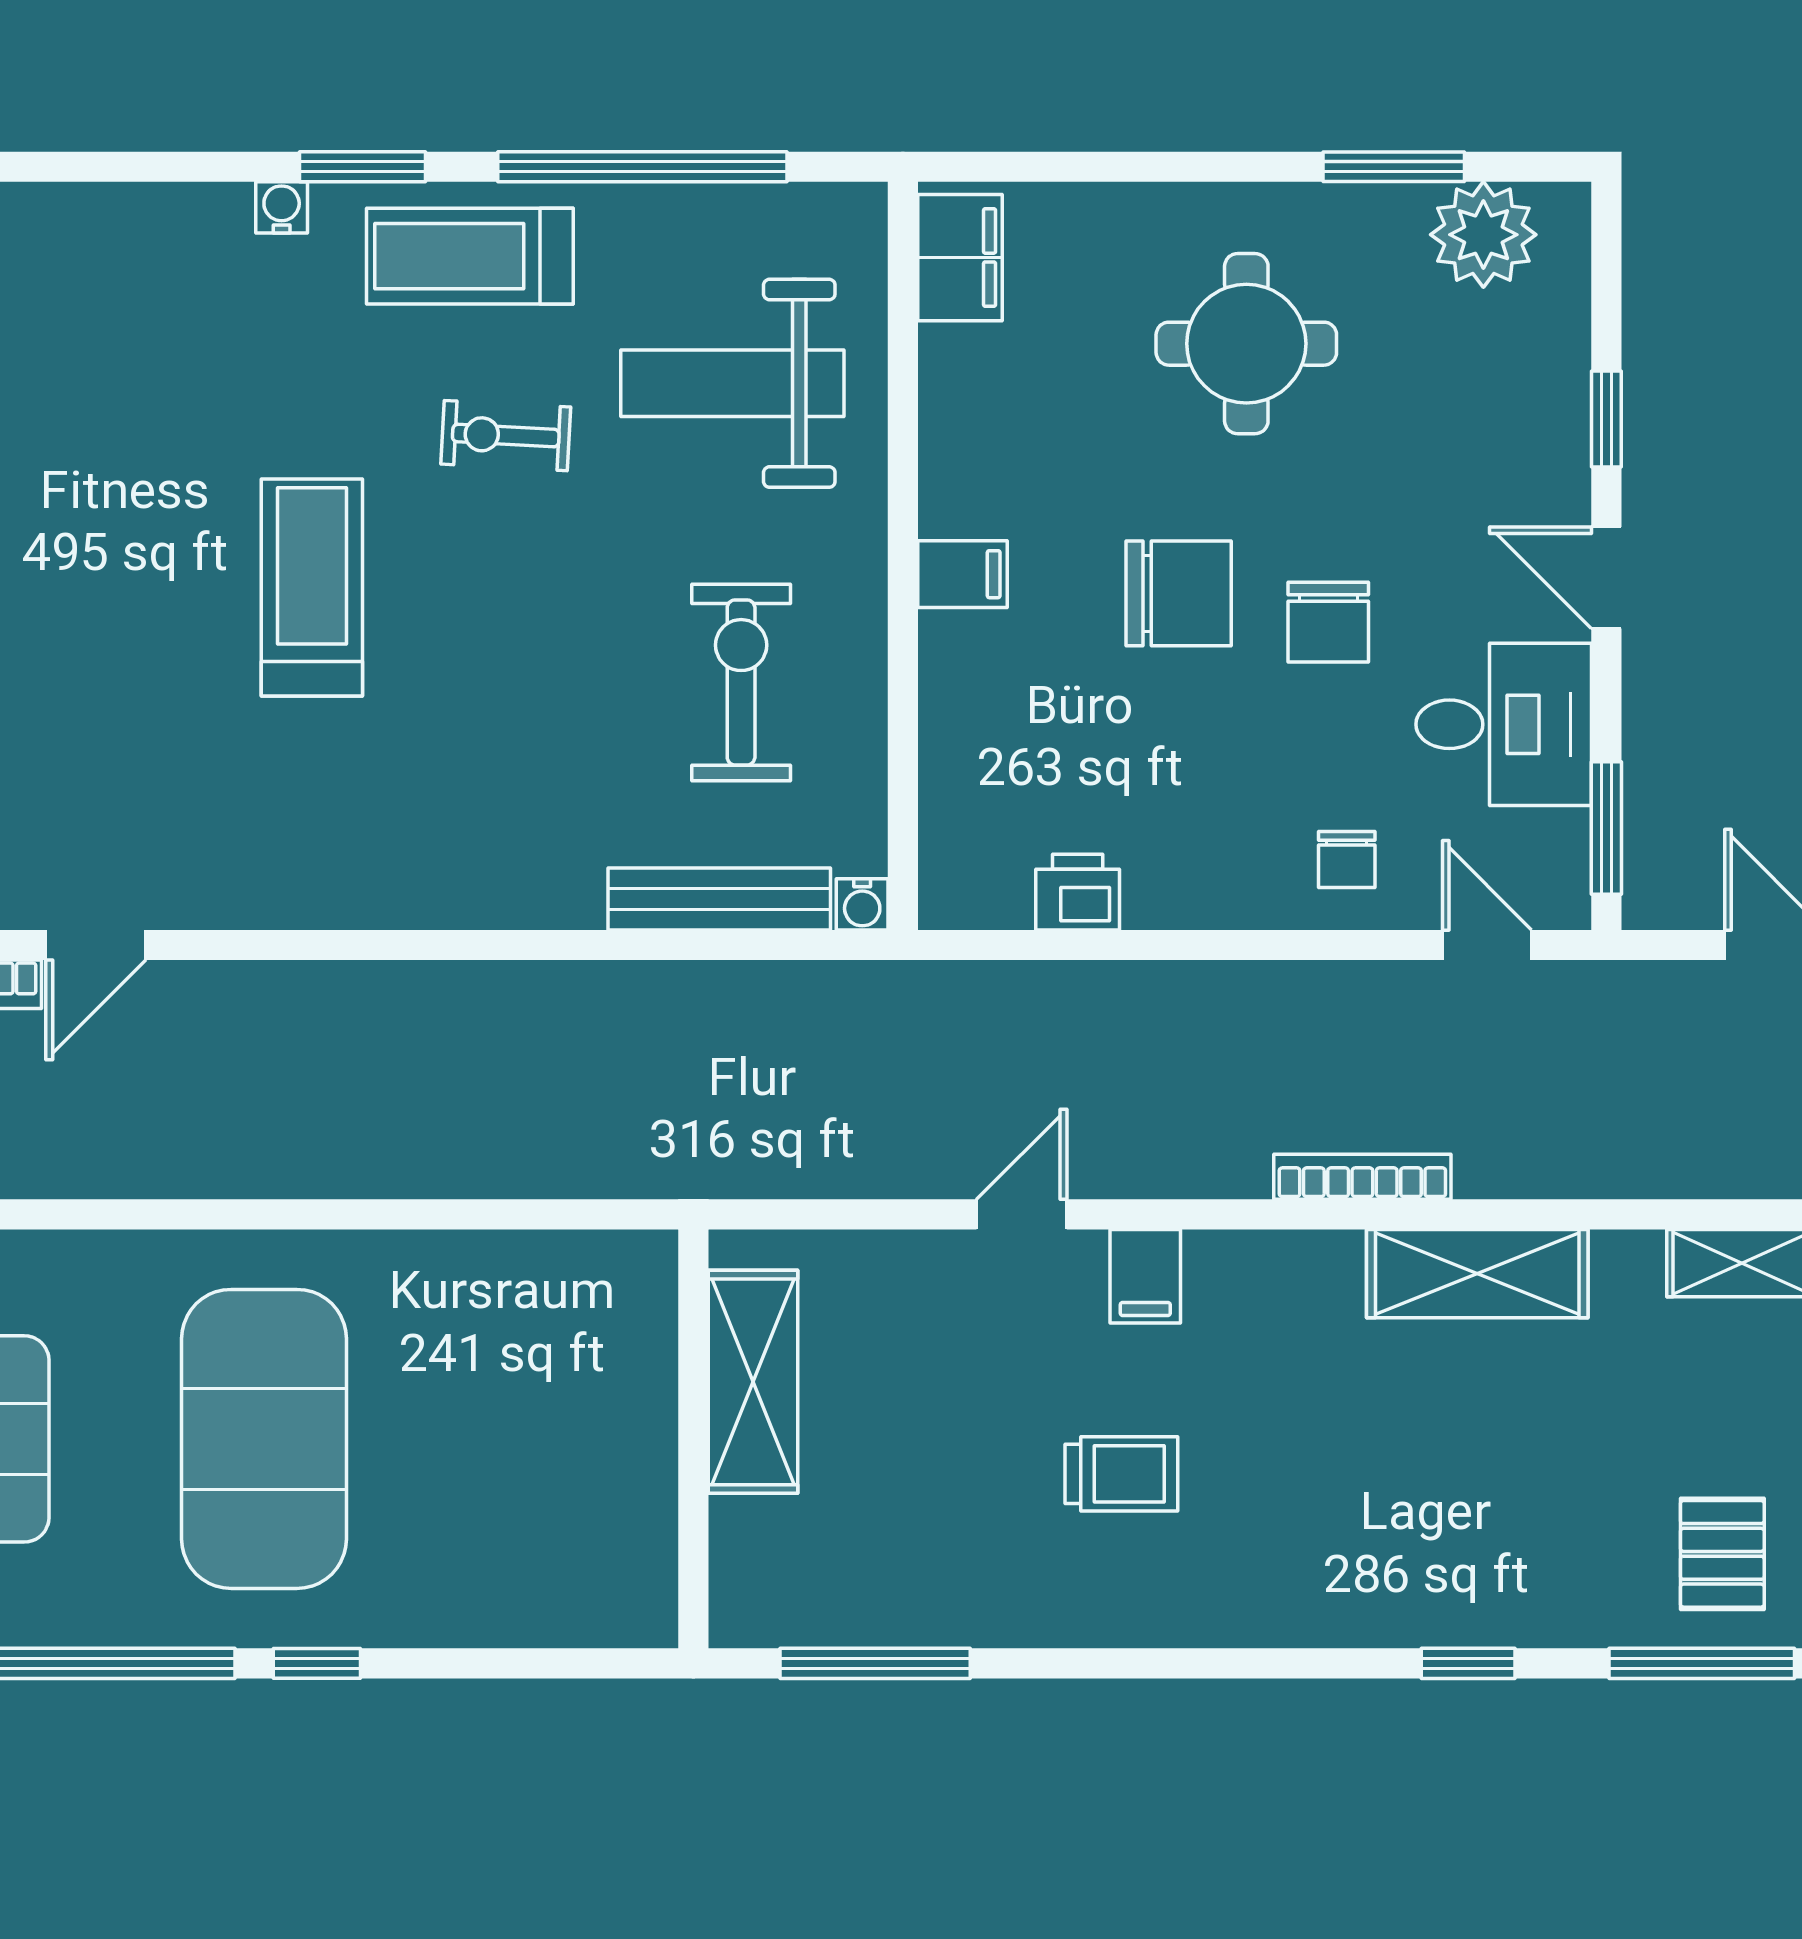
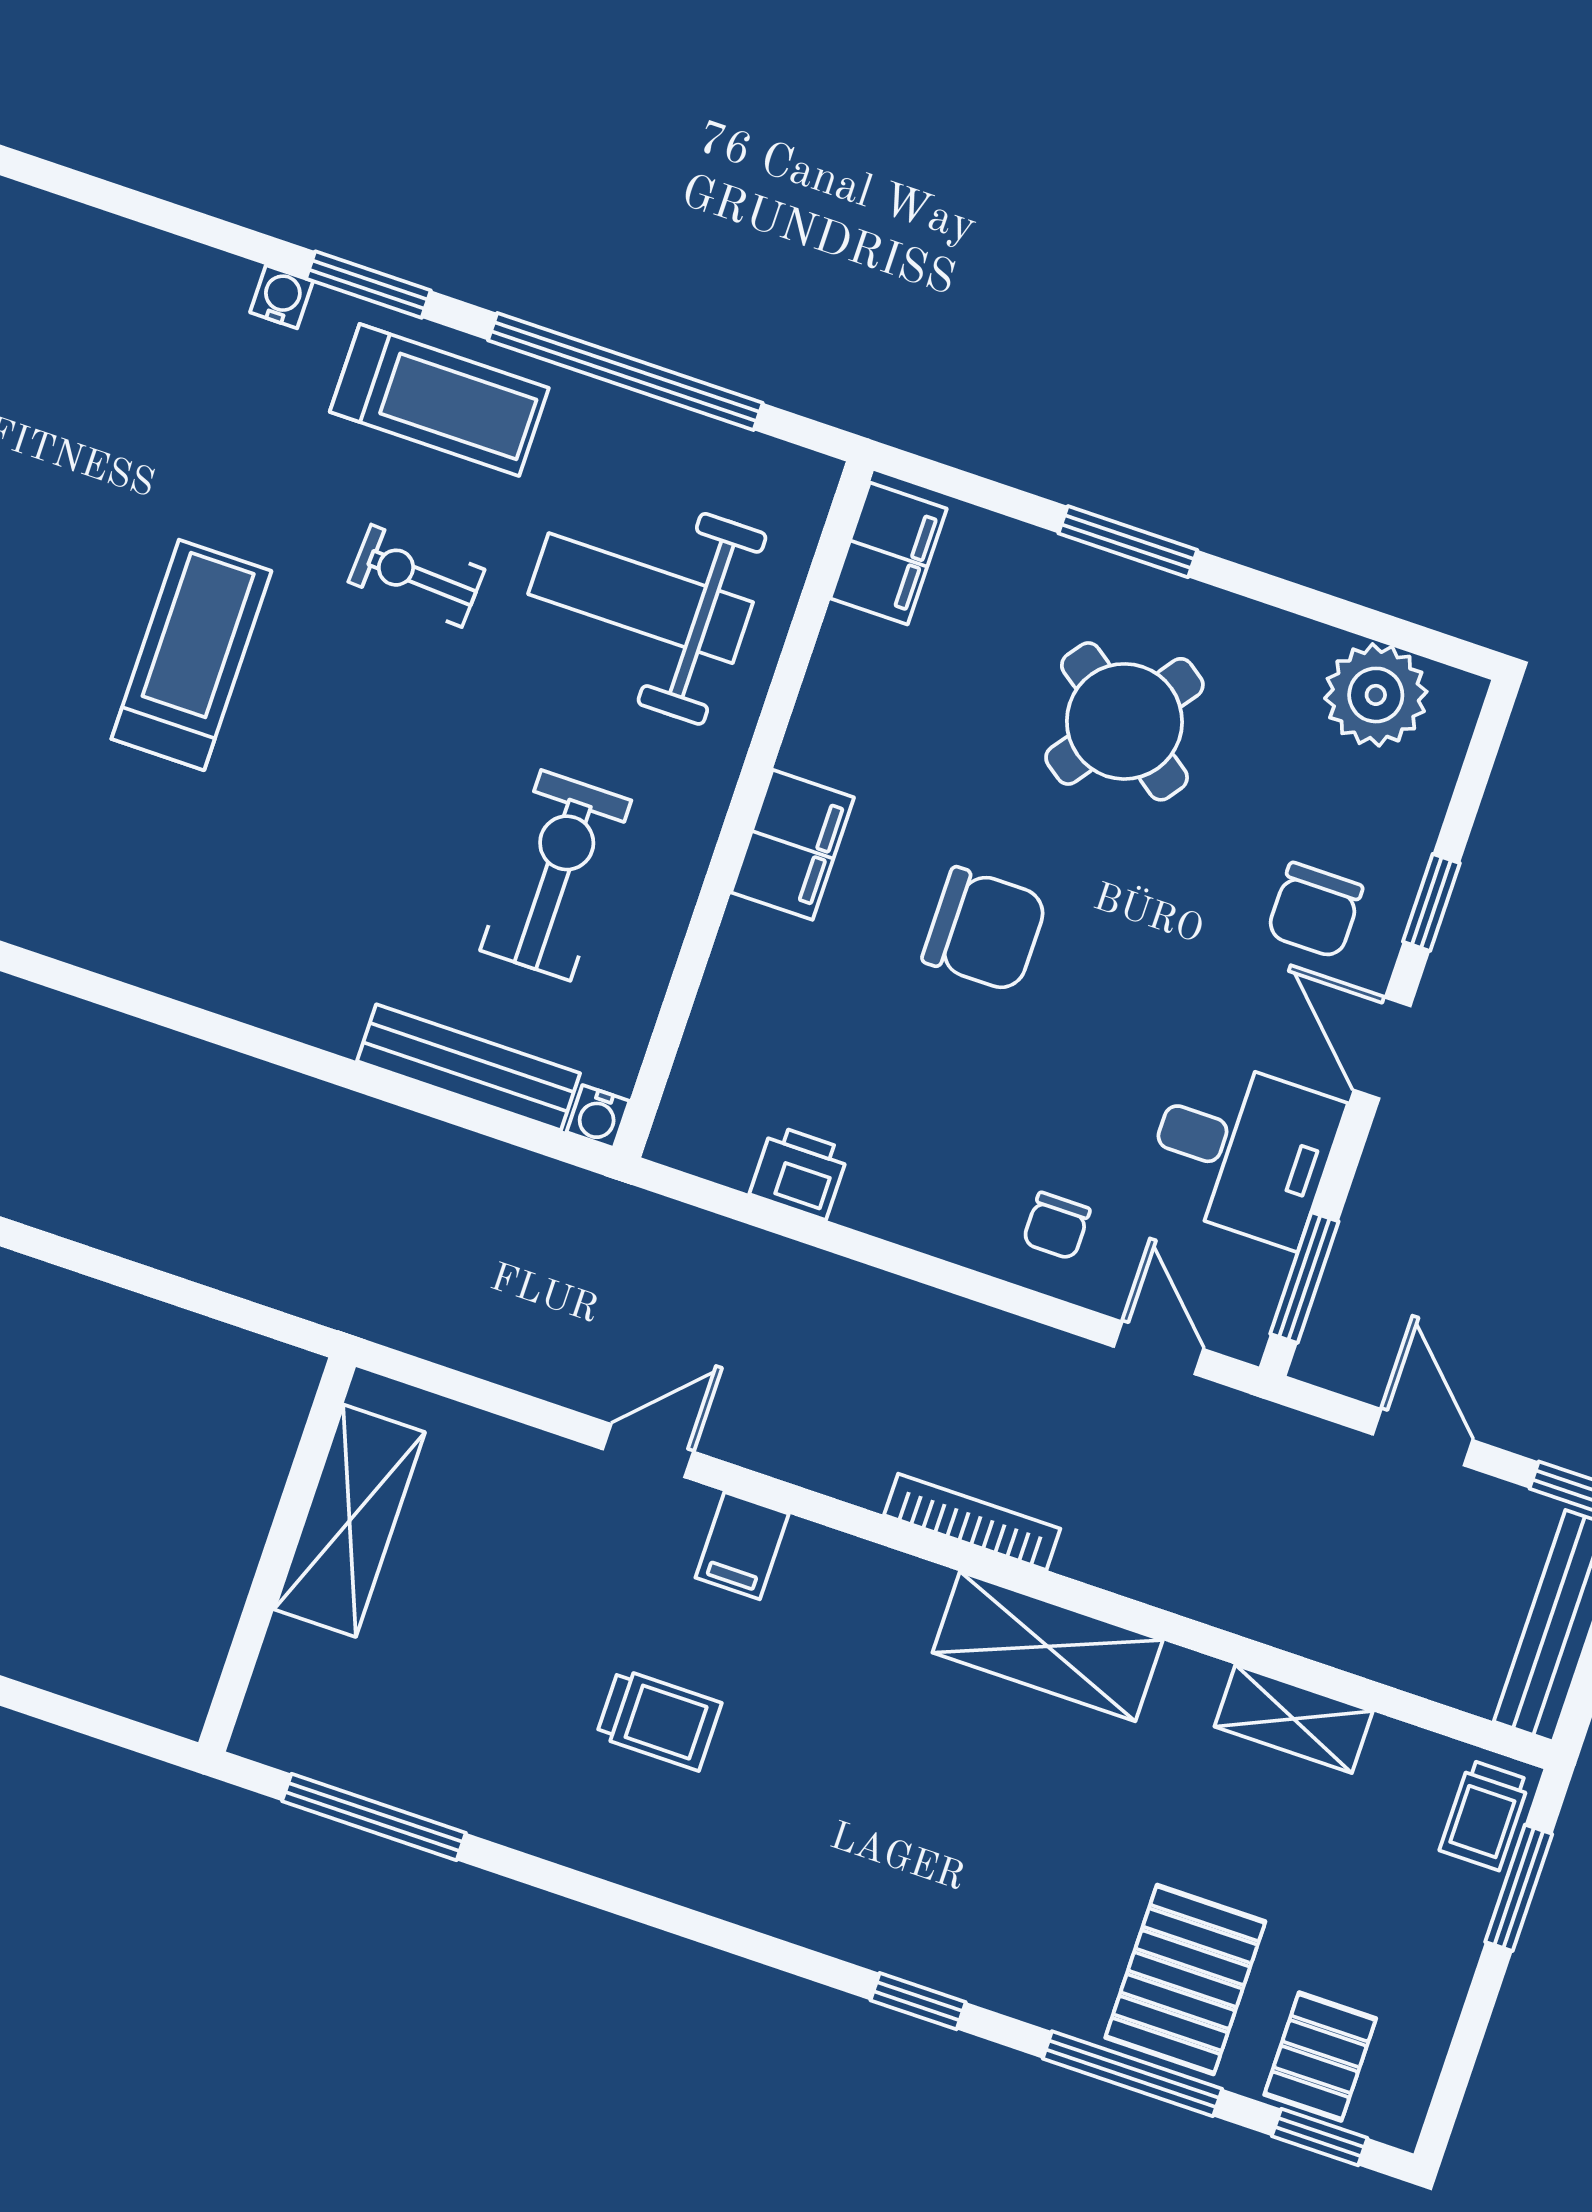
window: (1394, 167) -> (1128, 542), moved
treadmill: (470, 256) -> (439, 400), turned 180
round table: (1246, 344) -> (1124, 721), turned 36
filing cabinet: (962, 574) -> (792, 845), width x2.00
chair: (1328, 622) -> (1315, 910), moved
pallet: (1722, 1554) -> (1185, 1980), width x1.50, depth x1.42

